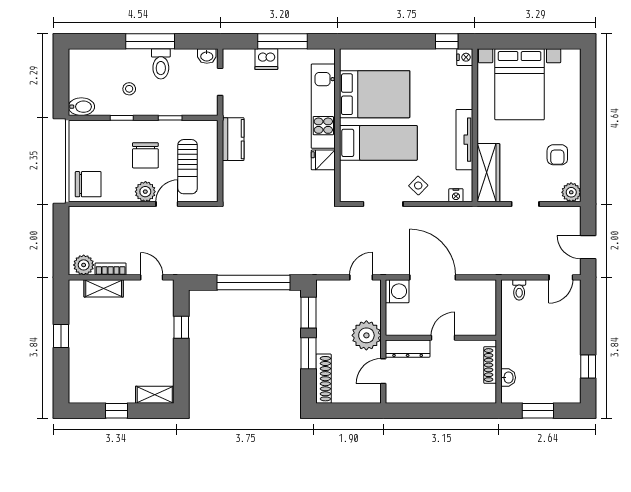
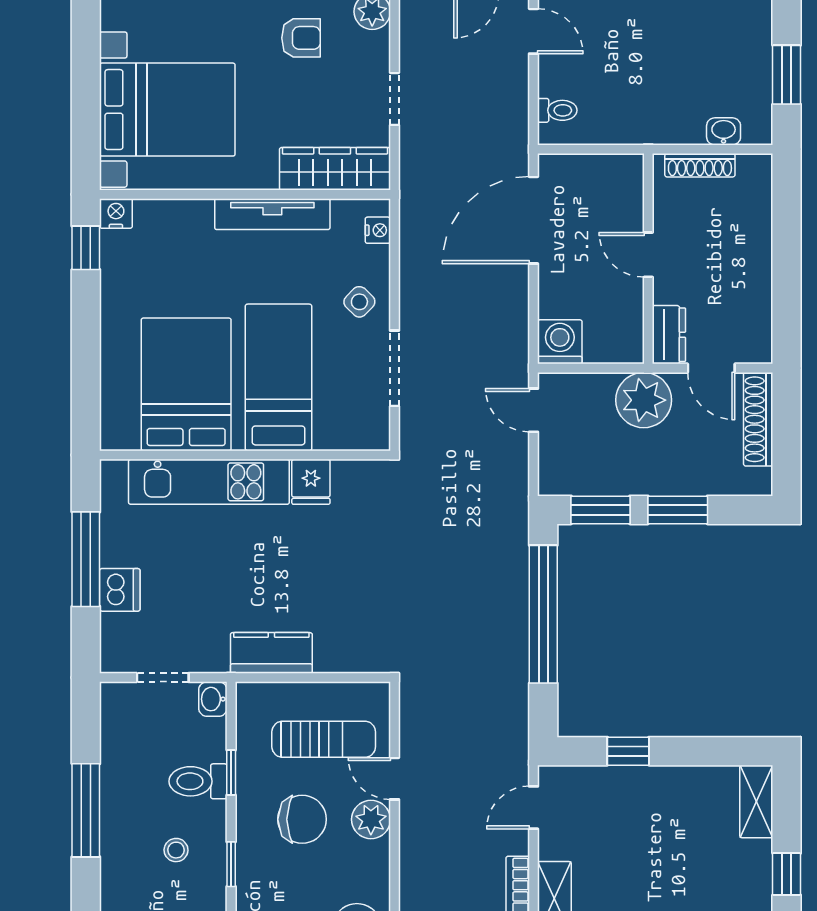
washbasin: (207, 56) -> (213, 699), moved, turned 180
toilet: (161, 64) -> (198, 781), moved, turned 180
door: (433, 277) -> (534, 220), moved
dresser: (408, 349) -> (669, 335), width x0.70
shoe rack: (323, 379) -> (758, 419), moved, turned -90

